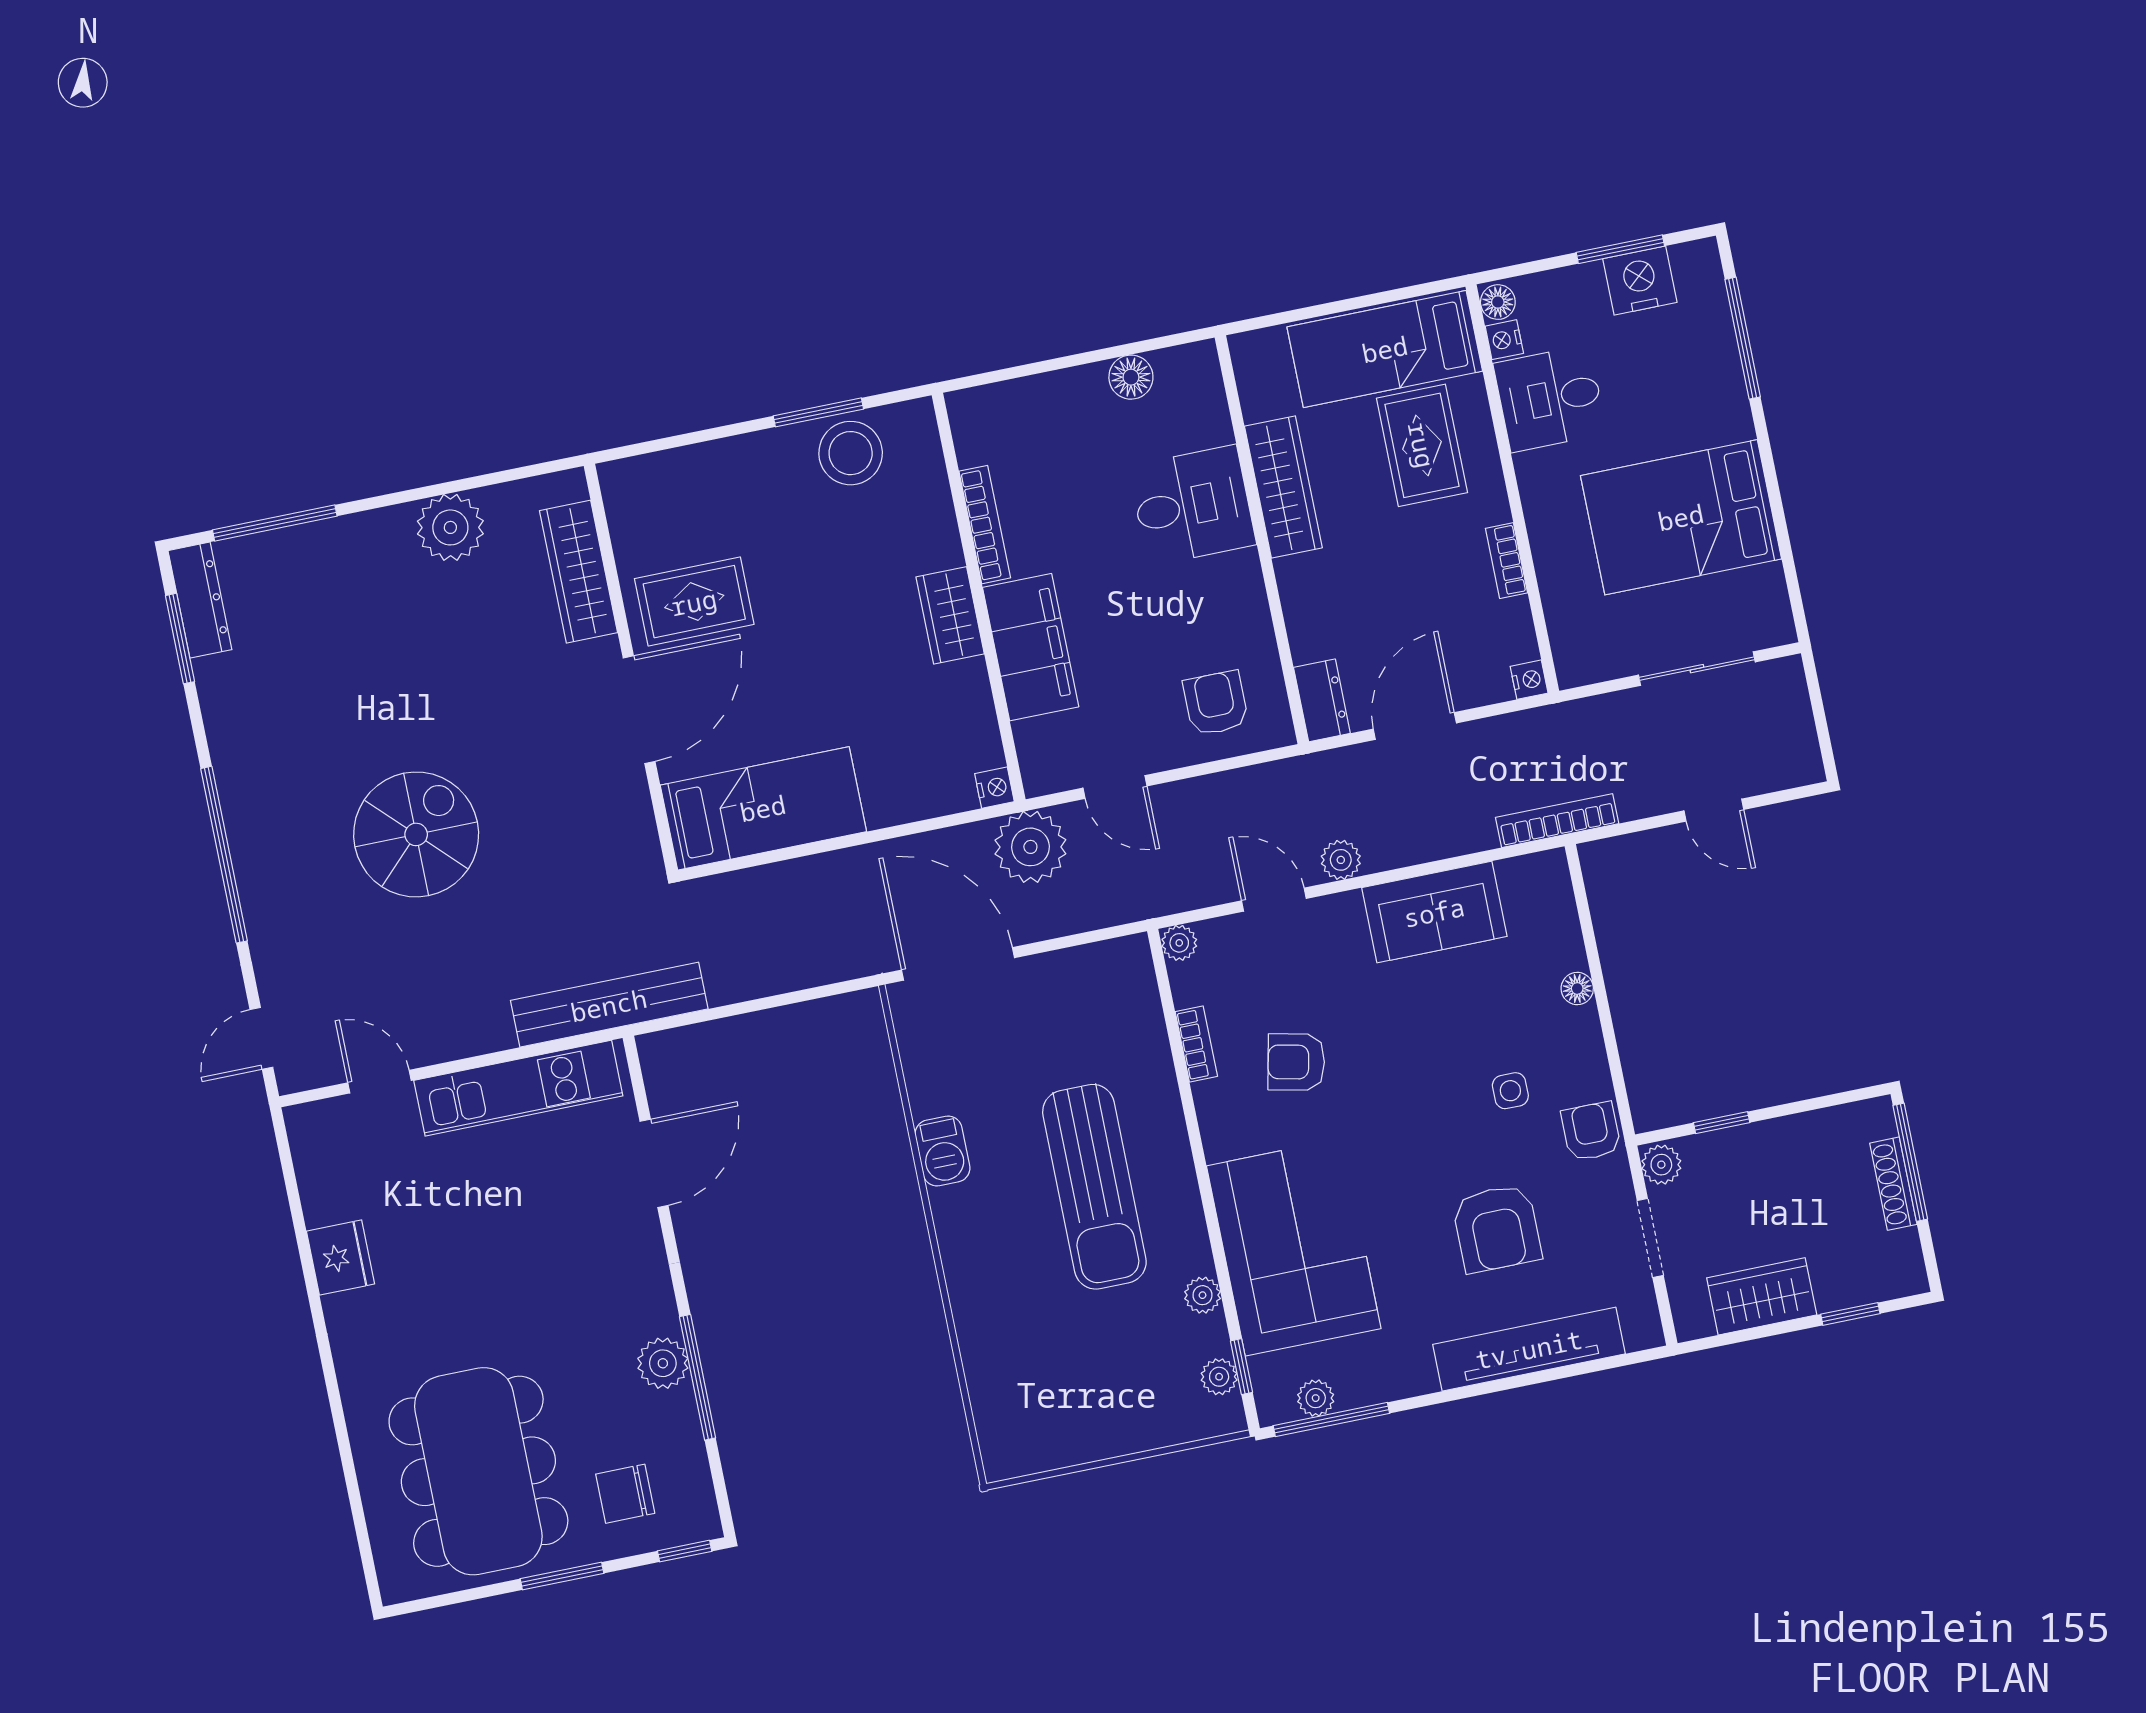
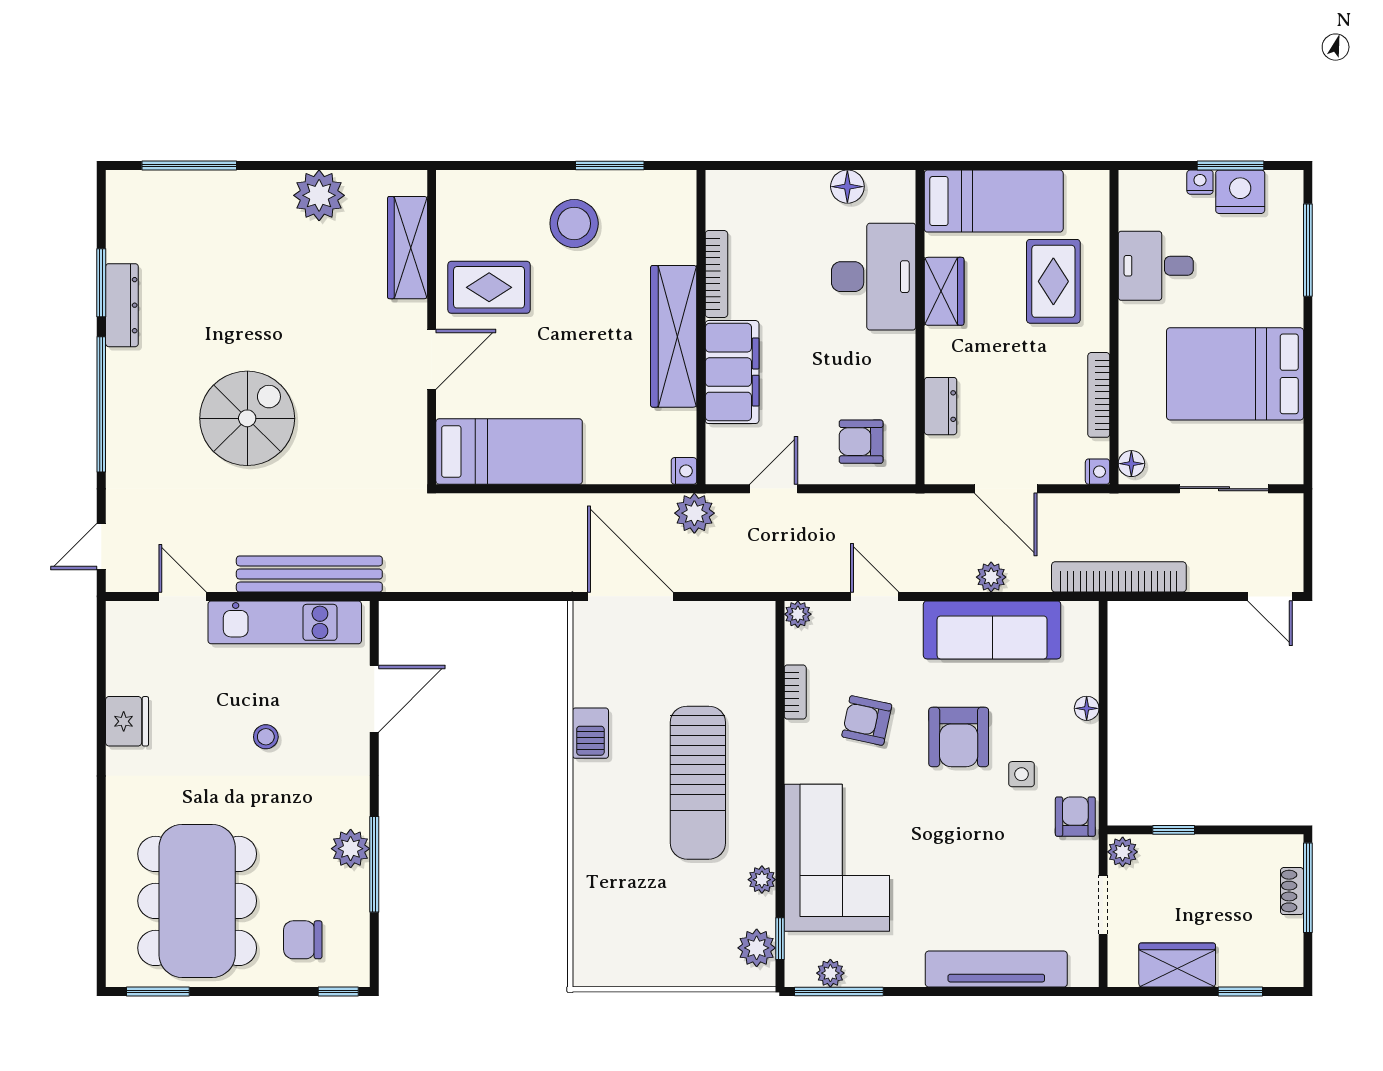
floor lamp: (1498, 302) -> (1131, 464), moved
nightstand: (1504, 340) -> (1200, 182), moved, turned 90
bed: (1385, 349) -> (994, 201), moved, turned 180
stool: (851, 453) -> (574, 223), moved
wardrobe: (1283, 487) -> (944, 291), width x0.67
desk: (1192, 505) -> (874, 277), width x1.37
bookcase: (1506, 561) -> (1099, 395), width x1.56
dresser: (200, 600) -> (122, 305), moved
wardrobe: (950, 615) -> (674, 336), width x2.10, depth x1.17
window: (180, 639) -> (101, 283), moved
dresser: (1322, 700) -> (941, 406), moved
armchair: (1216, 703) -> (861, 442), turned -90
door: (639, 710) -> (432, 359), width x0.73
door: (1415, 726) -> (1006, 489), swing flipped
door: (1115, 787) -> (774, 489), swing flipped
door: (1714, 810) -> (1270, 596), moved
bookcase: (1557, 821) -> (1119, 577), width x1.48, depth x1.31
plant: (1030, 847) -> (694, 513), width x0.73, depth x0.73
plant: (1341, 860) -> (991, 577), moved
sofa: (1434, 912) -> (992, 630), width x1.36
bench: (609, 1005) -> (309, 574), moved
shoe rack: (1893, 1184) -> (1292, 891), width x0.70
armchair: (1497, 1228) -> (959, 737), moved
stool: (524, 1241) -> (266, 737), added
plant: (1219, 1377) -> (757, 948), width x1.38, depth x1.38
window: (562, 1576) -> (158, 991), moved

